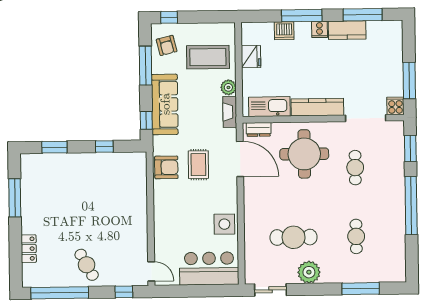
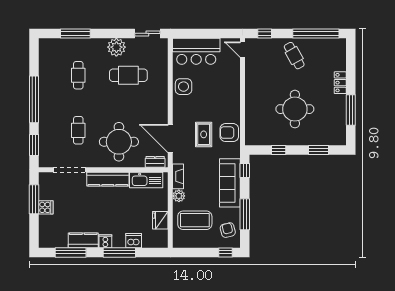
cooker: (395, 106) -> (46, 207), moved, turned -90
round table: (85, 198) -> (295, 109), added
locker: (29, 249) -> (340, 83), moved

